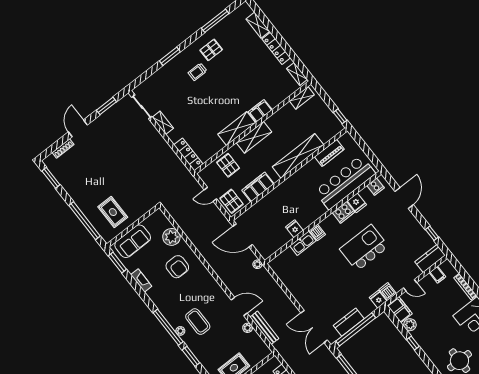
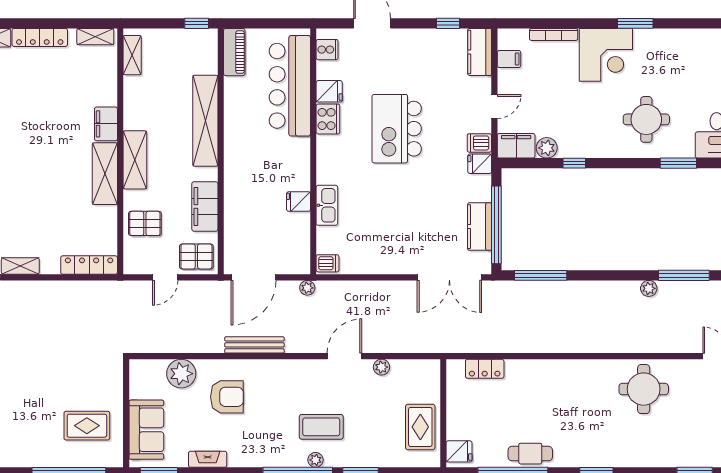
piano: (329, 153) -> (234, 52), moved
dishwasher: (317, 232) -> (327, 263), moved
bench: (264, 328) -> (254, 345), moved

